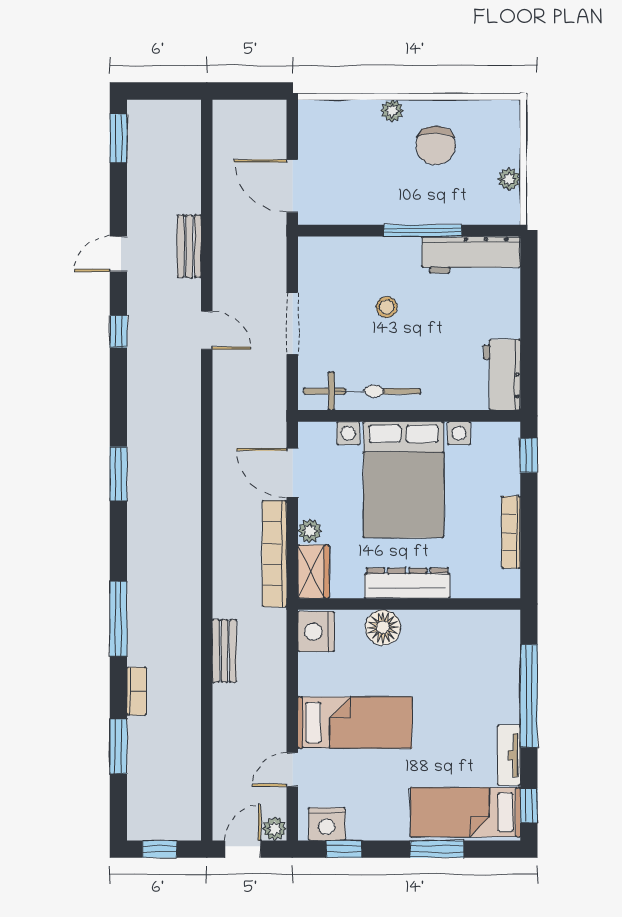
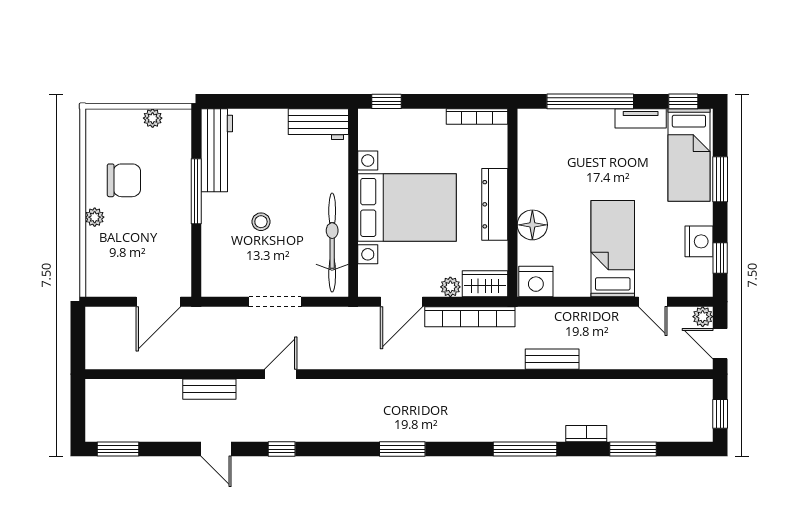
bookcase: (511, 532) -> (477, 116), moved
nightstand: (327, 824) -> (699, 241), moved

